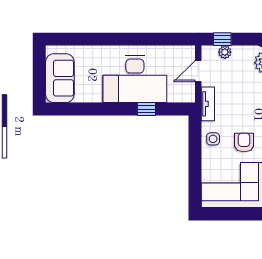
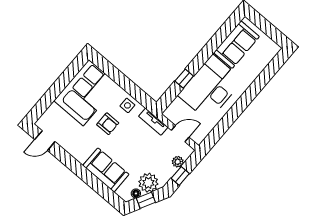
window: (222, 39) -> (180, 176), moved
door: (198, 71) -> (180, 134), hinge flipped
sofa: (60, 78) -> (236, 45), moved, turned -90

